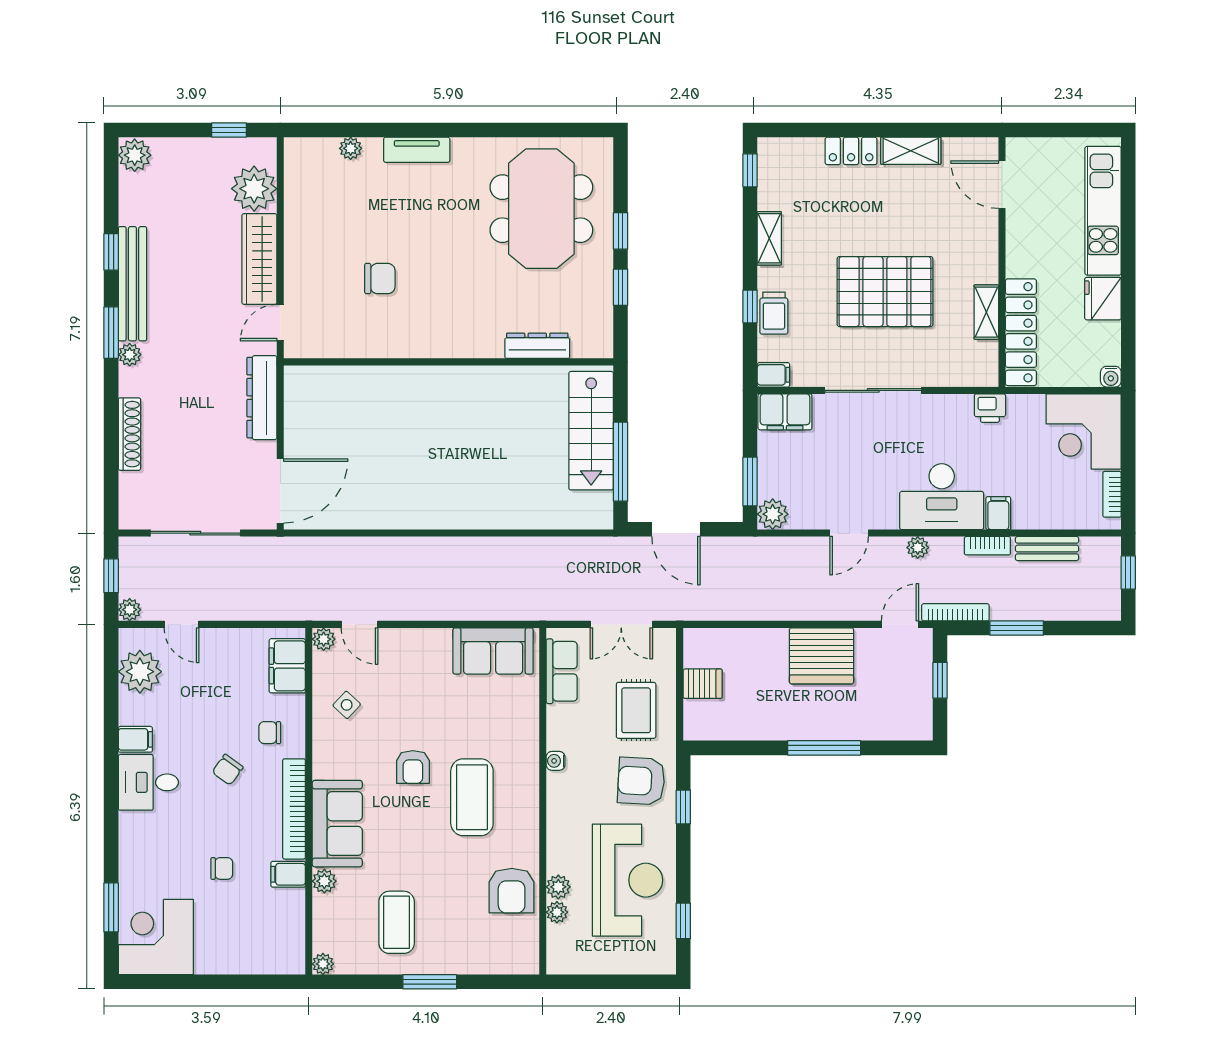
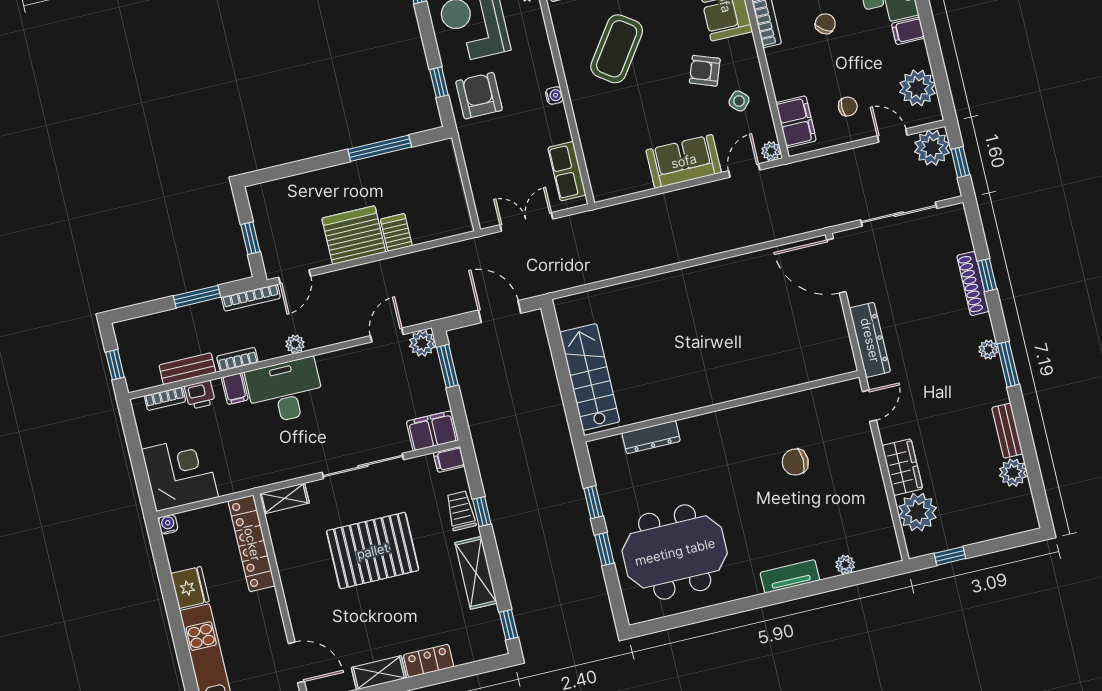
plant: (135, 155) -> (1013, 473), moved
meeting table: (541, 209) -> (675, 552), turned 90
shelving: (769, 238) -> (476, 573), width x1.50, depth x1.33
window: (111, 252) -> (987, 275), moved
wardrobe: (259, 259) -> (902, 467), width x0.67
bench: (132, 284) -> (1007, 431), width x0.54, depth x0.82
shelving: (986, 312) -> (284, 498), moved, turned 90
printer: (990, 408) -> (200, 395), moved, turned 180
window: (621, 462) -> (559, 357), removed
door: (280, 491) -> (836, 266), hinge flipped
bookcase: (1112, 494) -> (165, 399), moved, turned 90
door: (849, 533) -> (387, 335), moved
plant: (130, 610) -> (932, 148), width x1.87, depth x1.87
door: (360, 624) -> (744, 170), hinge flipped
sofa: (493, 651) -> (684, 161), moved
server rack: (703, 684) -> (396, 233), moved, turned 90
rug: (636, 710) -> (497, 153), removed
chair: (270, 733) -> (848, 106), moved
window: (824, 748) -> (380, 148), moved
armchair: (413, 767) -> (705, 71), moved, turned -70
armchair: (641, 781) -> (479, 96), turned -93
coffee table: (472, 797) -> (617, 49), turned 35

